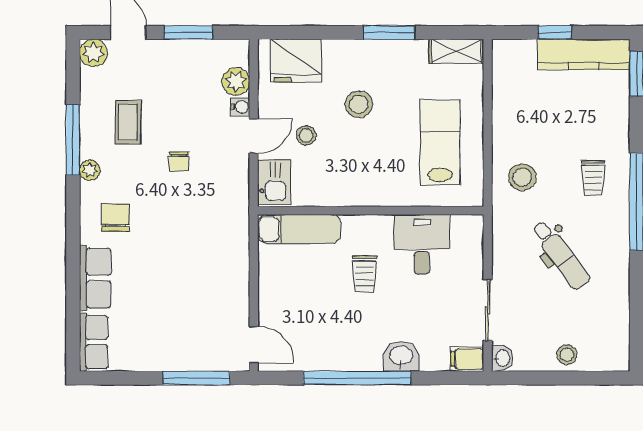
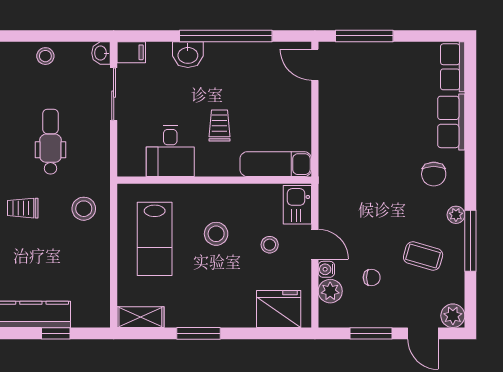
stool: (359, 104) -> (216, 234), moved
coffee table: (128, 122) -> (423, 256), turned -74
door: (254, 136) -> (315, 244), swing flipped
chair: (179, 161) -> (372, 277), moved, turned 90
trolley: (593, 178) -> (23, 208), turned -90
dental chair: (561, 255) -> (51, 142), turned 37

